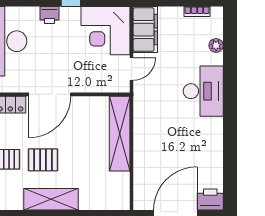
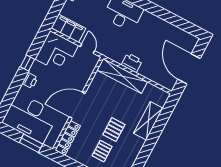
door: (50, 94) -> (77, 105), swing flipped
shelving: (51, 199) -> (148, 121), moved
printer: (210, 200) -> (132, 63), moved, turned 90

